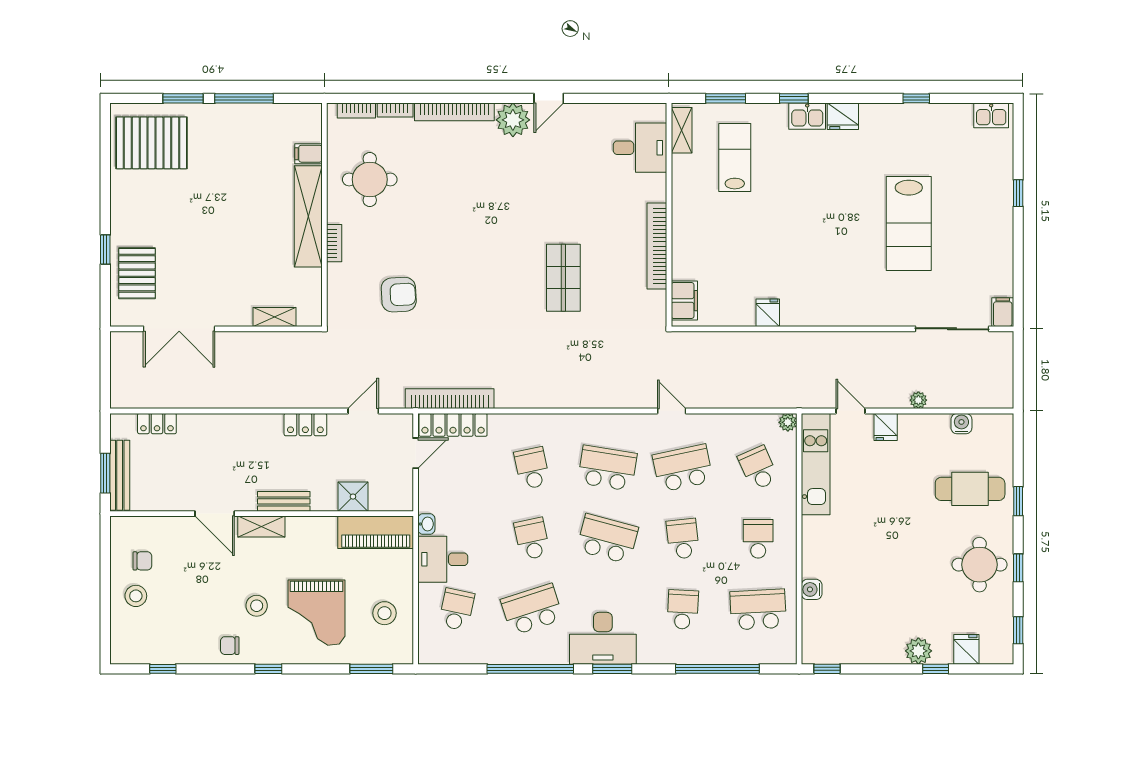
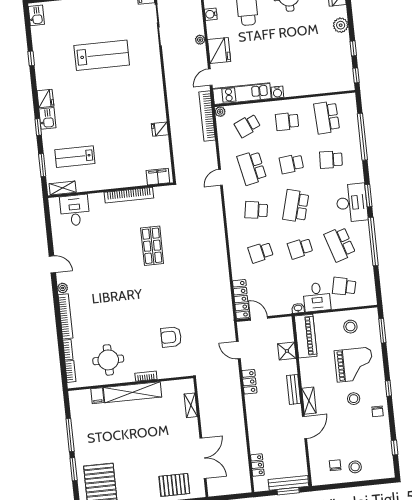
plant: (513, 120) -> (63, 288), width x0.53, depth x0.53
shop shelf: (563, 278) -> (152, 246), turned 90
armchair: (399, 295) -> (171, 337), turned -87
bookcase: (450, 399) -> (207, 116), moved
fridge: (886, 427) -> (219, 50), width x1.88, depth x1.34
school desk: (607, 468) -> (256, 210), width x0.54
water cooler: (812, 589) -> (277, 92), moved
window: (936, 669) -> (353, 48), moved

